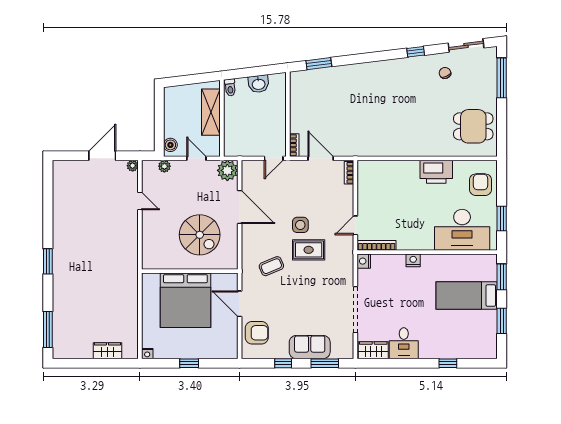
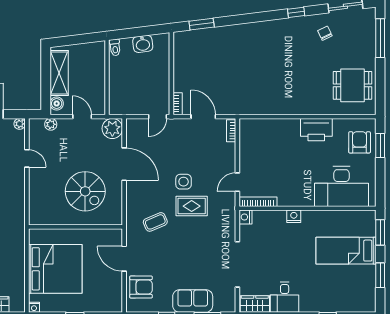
shelving: (211, 112) -> (59, 73), moved
window: (502, 218) -> (380, 146), moved
bed: (185, 300) -> (55, 269), moved, turned -90

